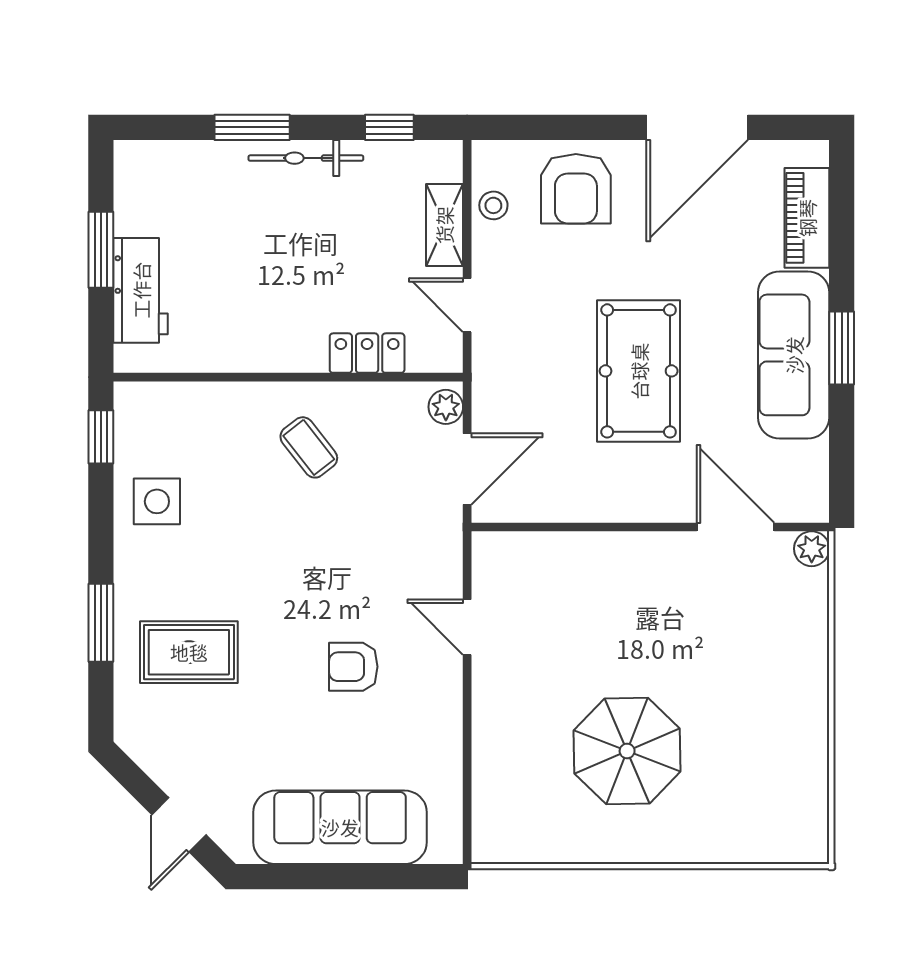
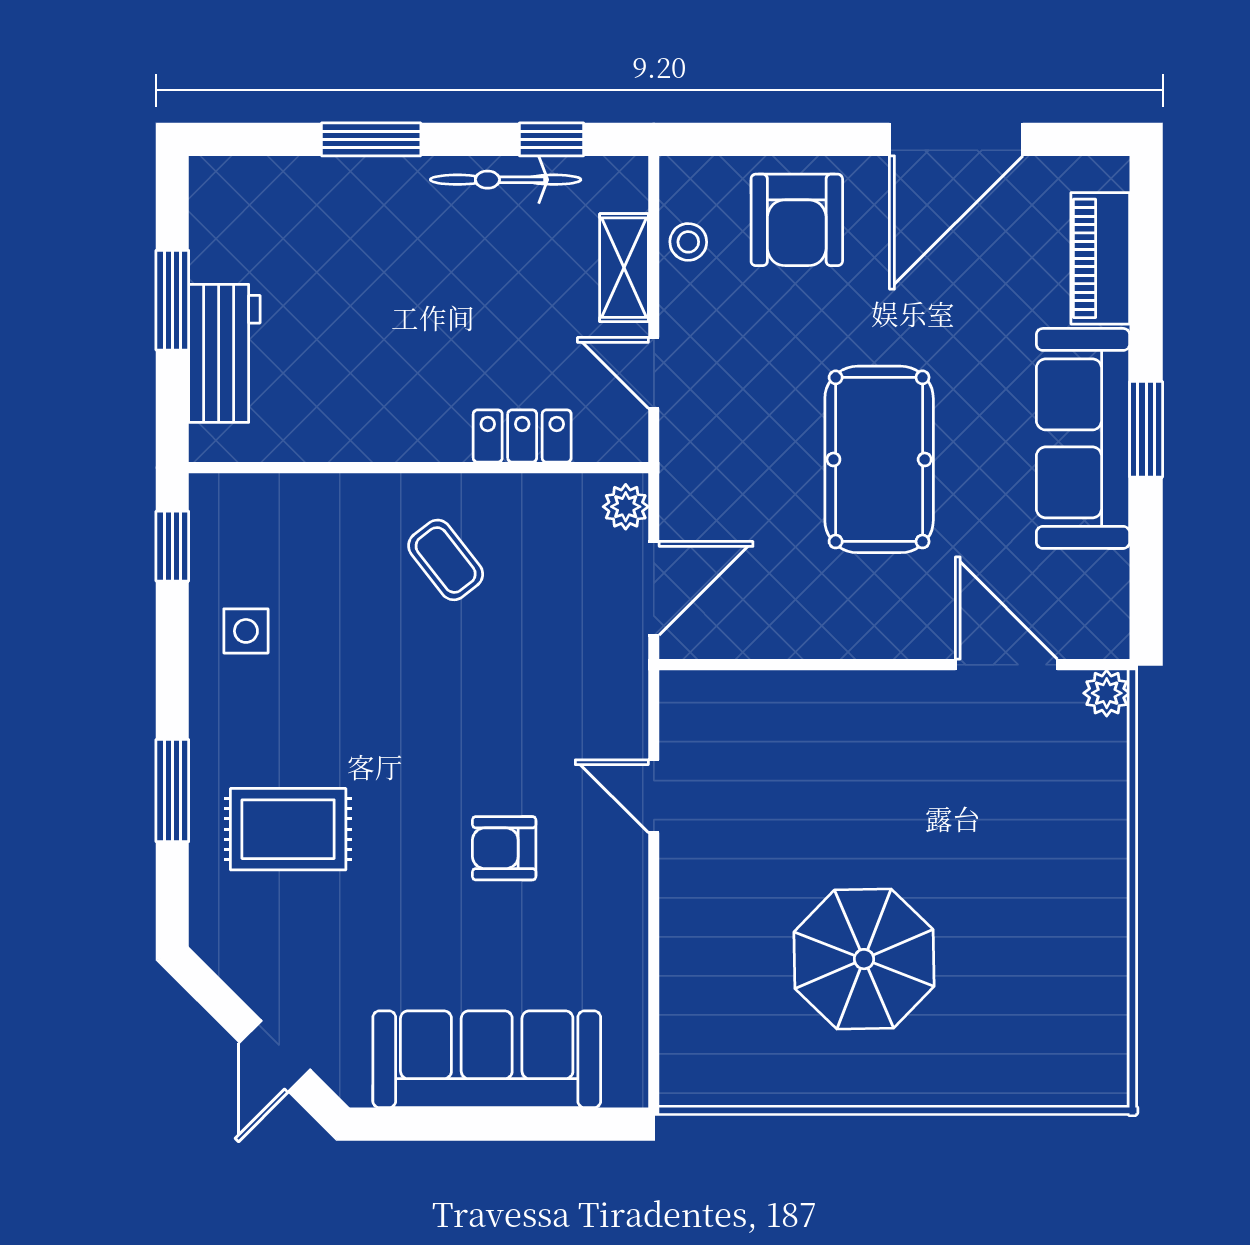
bicycle: (306, 158) -> (506, 180), moved
side table: (157, 501) -> (246, 631), width x0.73, depth x0.73

